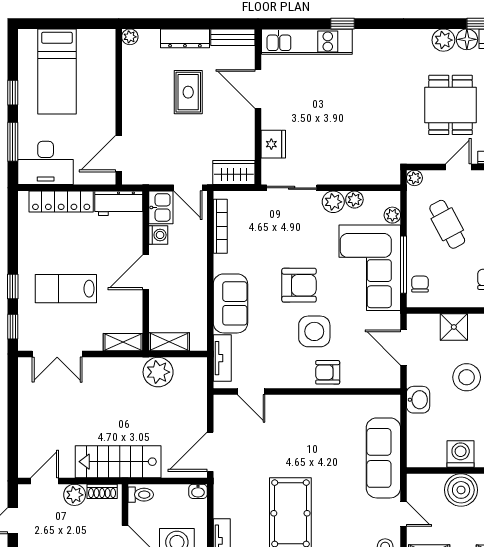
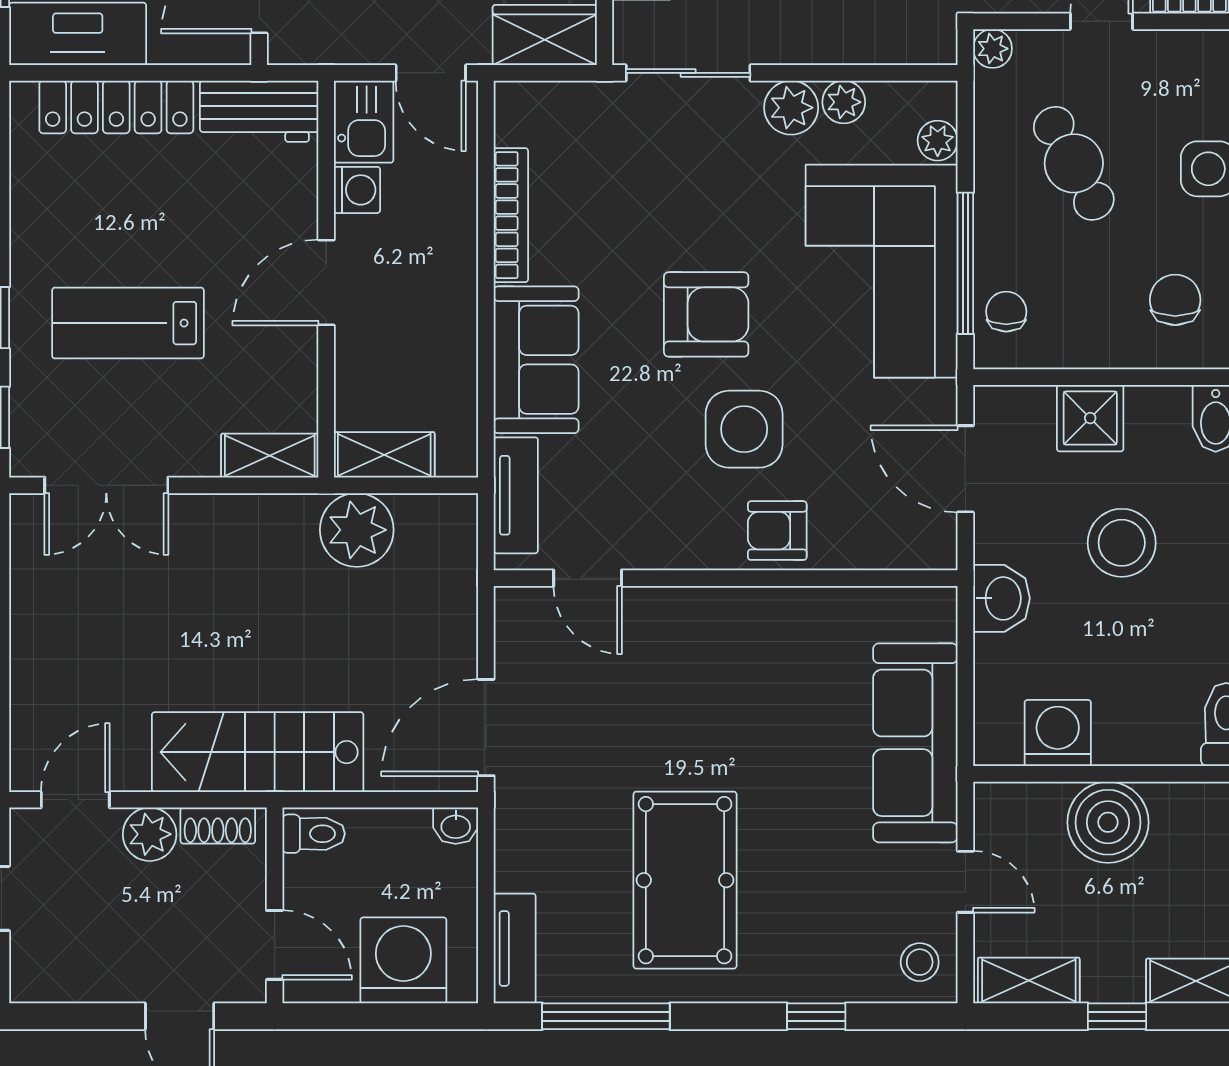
bookcase: (220, 226) -> (511, 215), moved
washing machine: (461, 454) -> (1058, 733), moved

